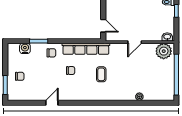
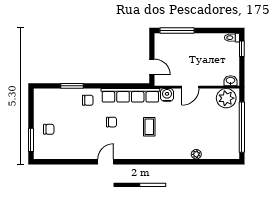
water cooler: (25, 48) -> (167, 95), moved
door: (52, 103) -> (106, 162), moved

